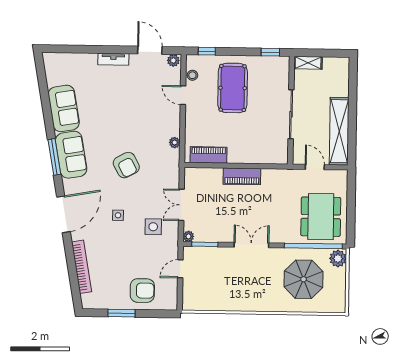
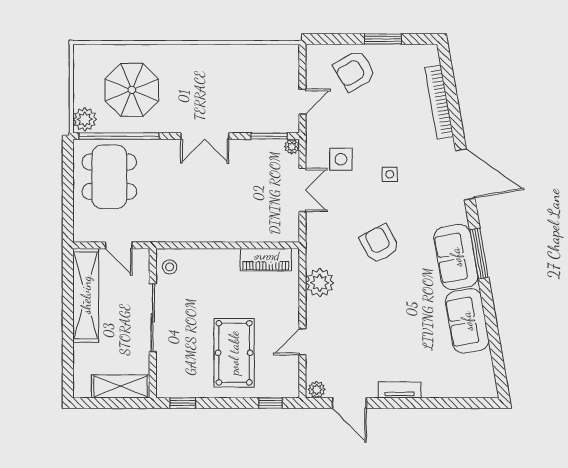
shelving: (308, 63) -> (121, 386), width x1.50, depth x1.33
stool: (192, 75) -> (170, 267), moved
door: (183, 95) -> (302, 342), swing flipped
plant: (175, 143) -> (320, 283), width x1.88, depth x1.88
piano: (242, 176) -> (219, 231), removed
door: (63, 214) -> (465, 174), swing flipped
armchair: (142, 291) -> (355, 71), turned -30

